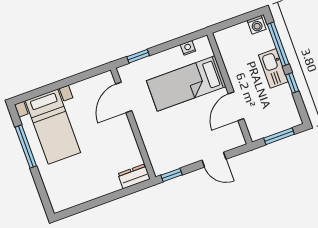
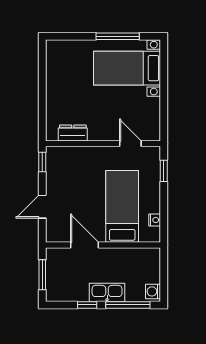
door: (124, 97) -> (130, 144), width x0.73
dresser: (134, 176) -> (73, 133), moved, turned -90

